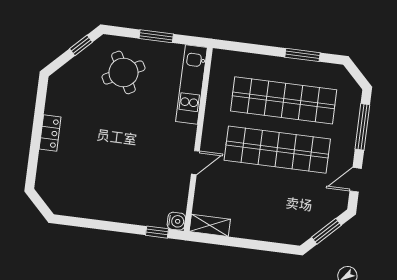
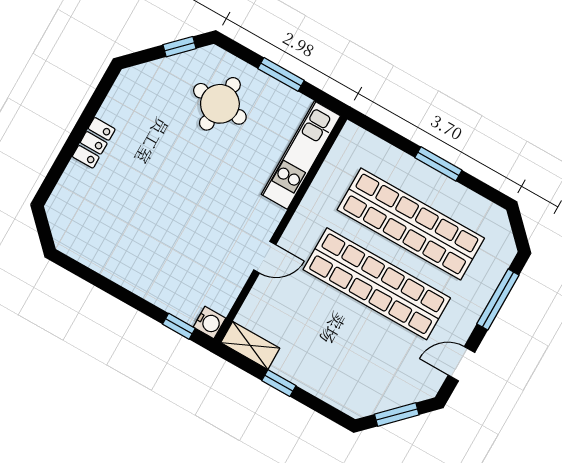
window: (302, 55) -> (438, 164), moved
round table: (123, 72) -> (220, 104), turned 33
window: (239, 243) -> (279, 383), added

